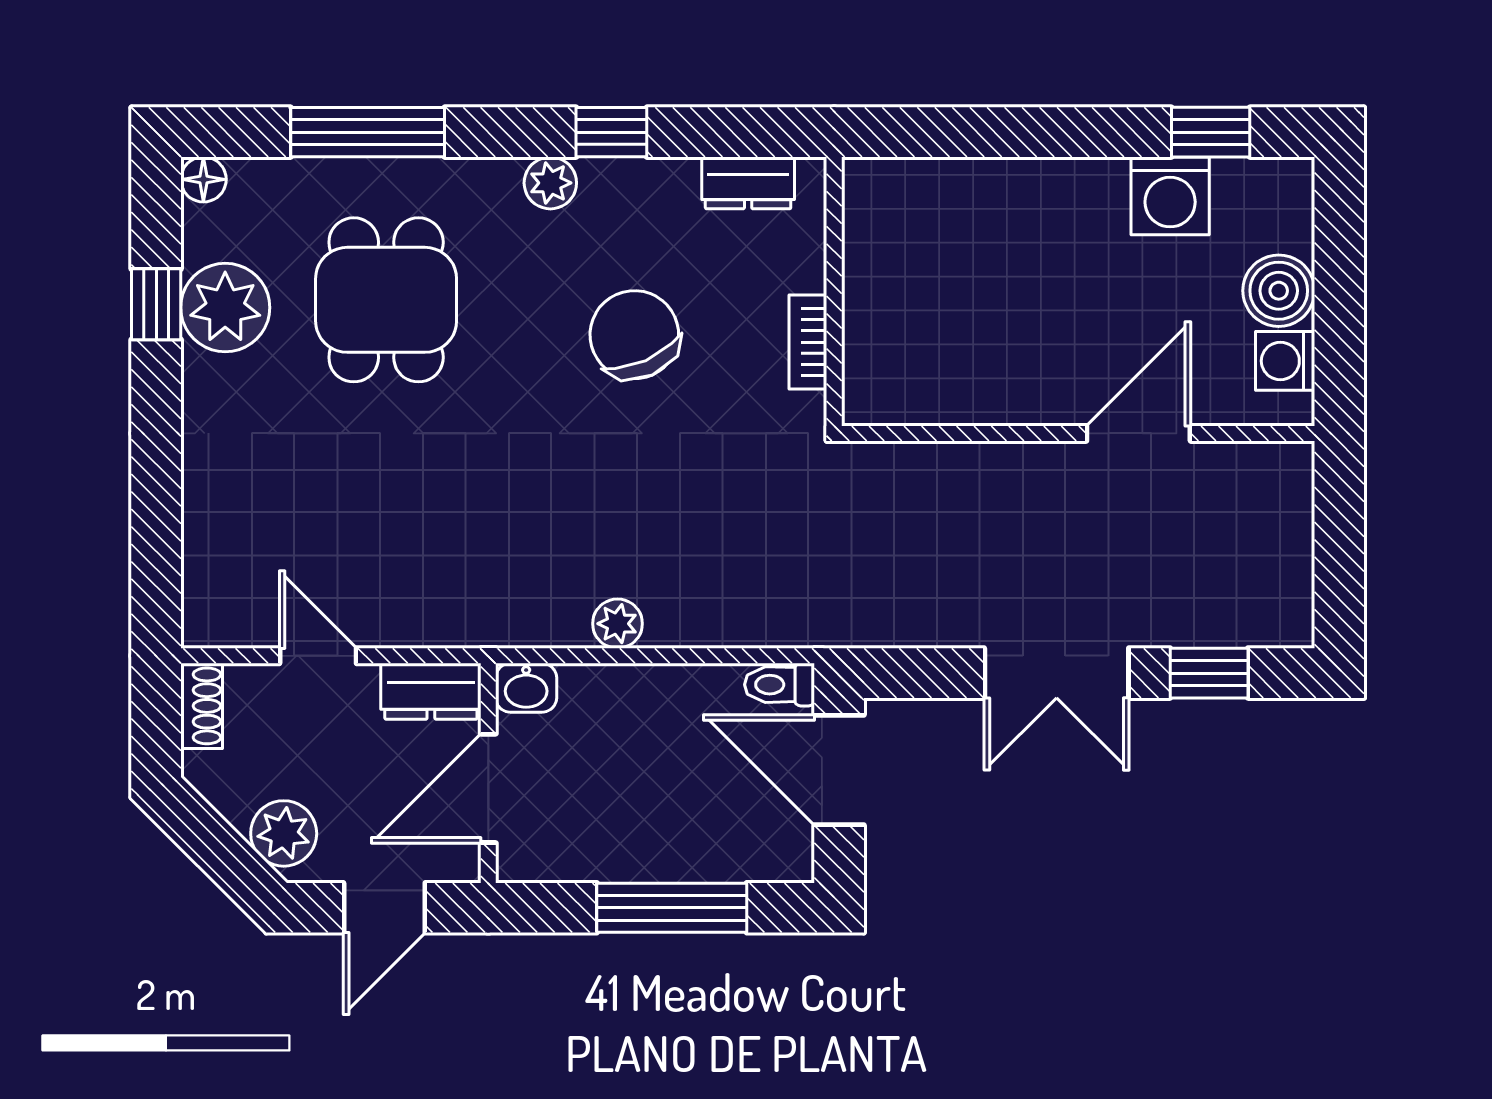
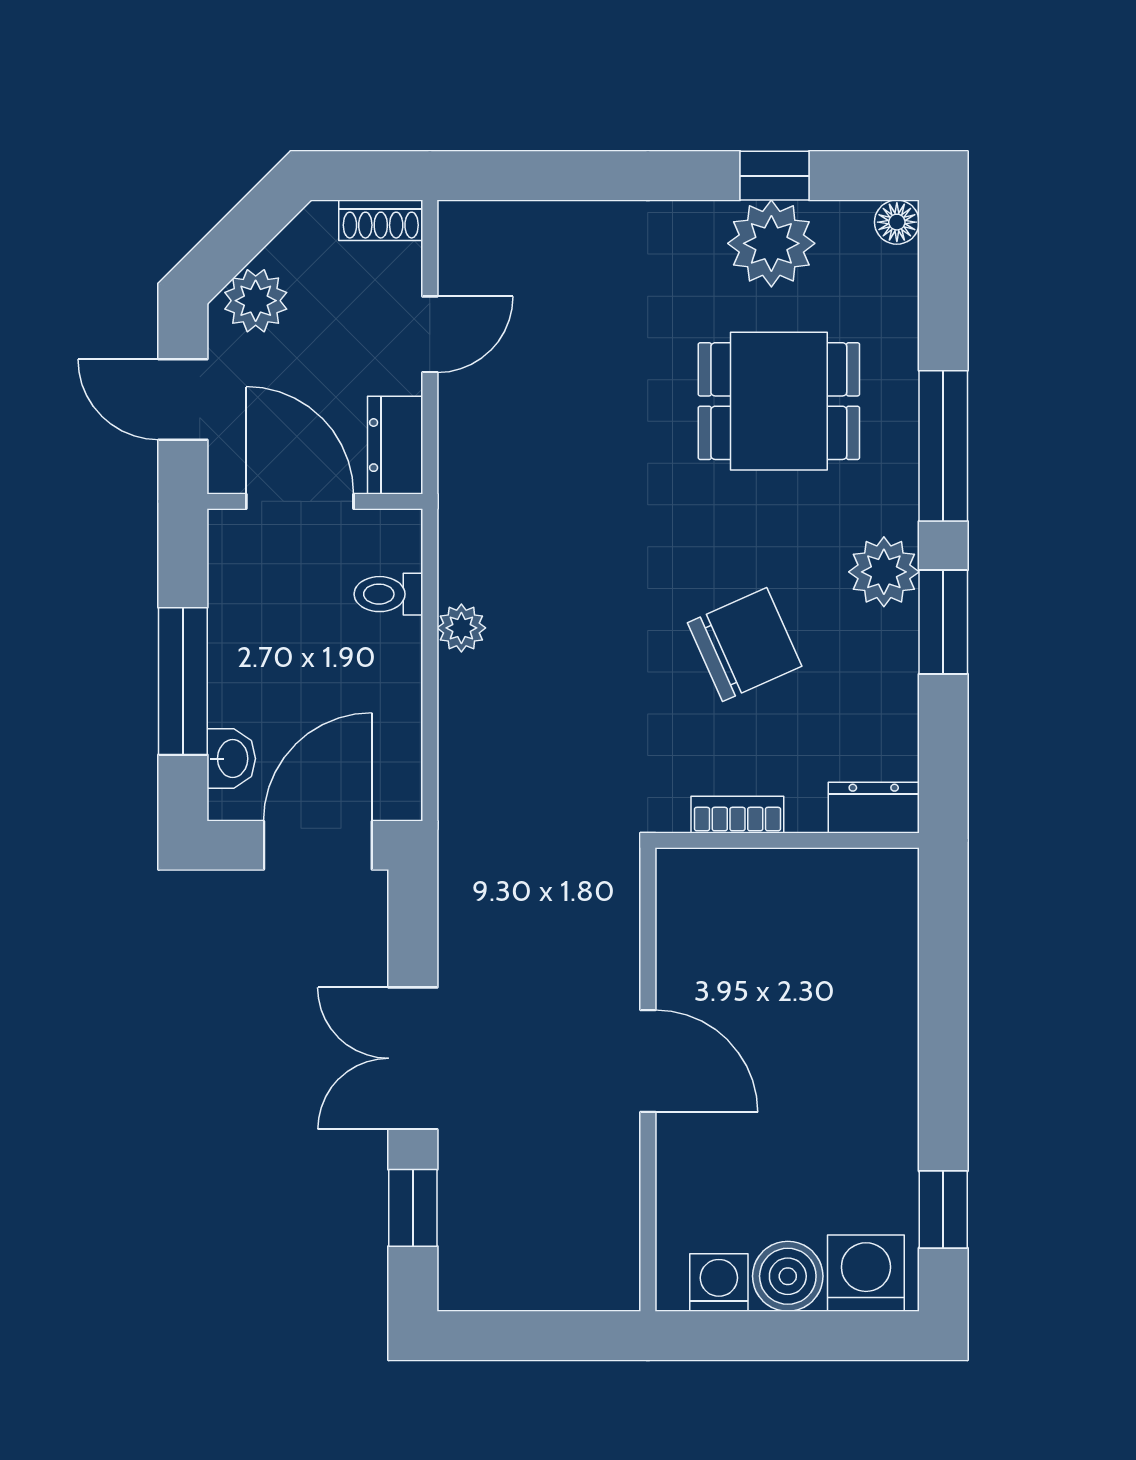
window: (368, 132) -> (943, 446), moved
window: (611, 132) -> (943, 622), width x1.50
plant: (550, 183) -> (884, 572), width x1.38, depth x1.38
dresser: (748, 183) -> (874, 808), moved, turned 90
washing machine: (1170, 196) -> (866, 1273), moved, turned 90
door: (1138, 433) -> (648, 1061), moved
toilet: (779, 685) -> (388, 594), moved, turned -90
washbasin: (526, 688) -> (231, 759), moved, turned 180

